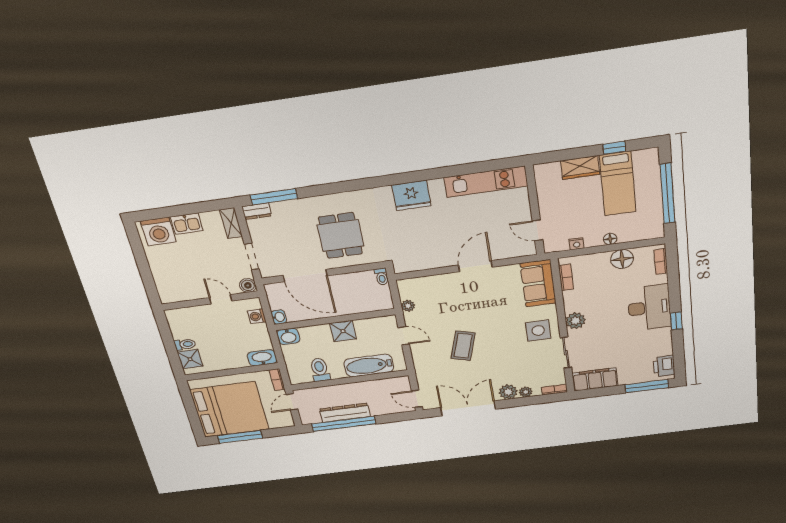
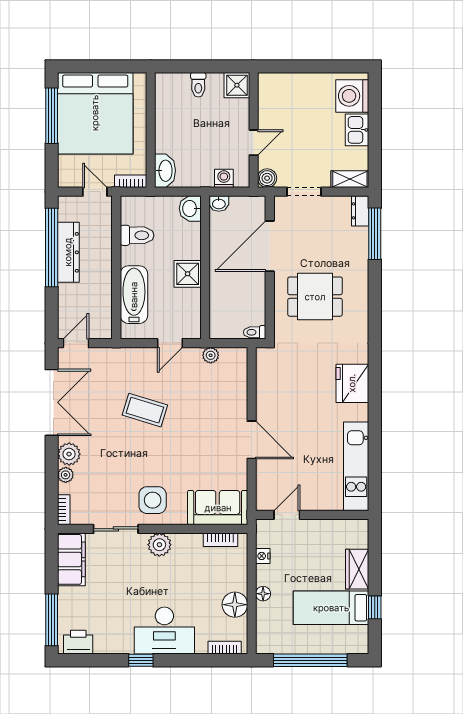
shower: (190, 359) -> (237, 85), moved

